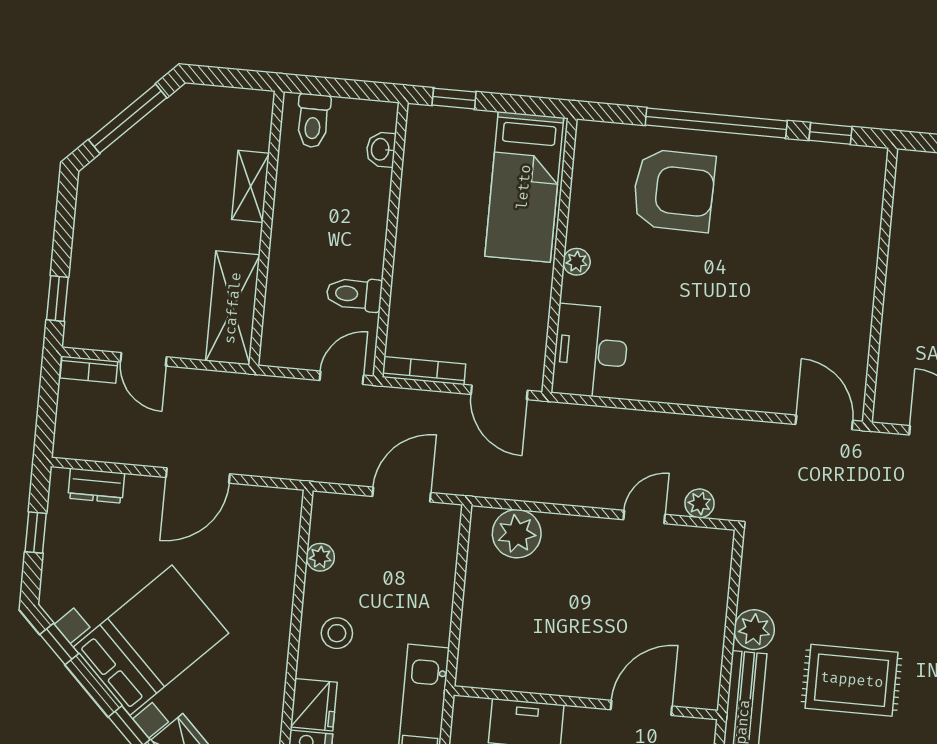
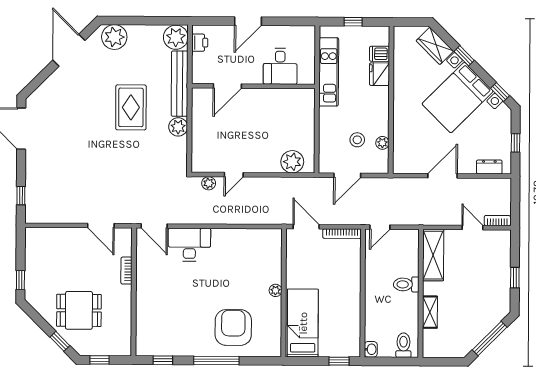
window: (716, 123) -> (216, 361), width x0.68
washbasin: (381, 149) -> (371, 349), moved
armchair: (674, 190) -> (233, 327), turned 89
toilet: (354, 294) -> (406, 284), moved, turned 180
window: (57, 298) -> (515, 278), moved
bookcase: (892, 332) -> (126, 271), added
desk: (590, 351) -> (189, 245), moved, turned -90
stool: (337, 633) -> (357, 140), moved
rug: (852, 680) -> (131, 107), turned 90

